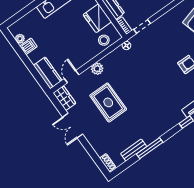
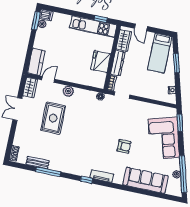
stool: (104, 40) -> (91, 79), removed
window: (13, 41) -> (36, 21), added
dishwasher: (28, 46) -> (46, 15), moved

